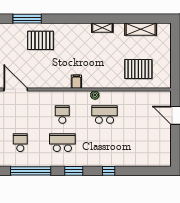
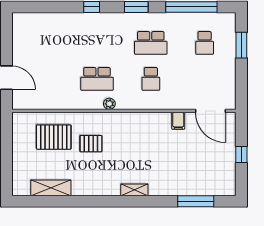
shelving: (102, 28) -> (134, 190), moved
pallet: (41, 40) -> (91, 144), moved, width x0.67, depth x0.71
filing cabinet: (76, 82) -> (178, 121), moved

